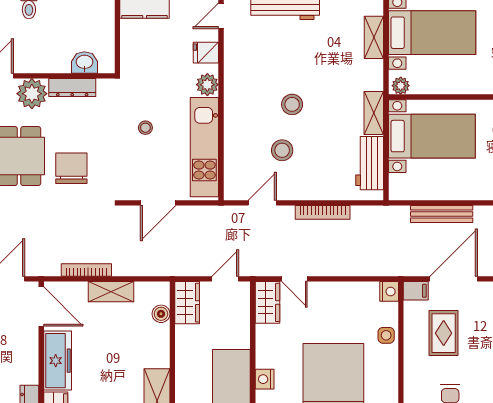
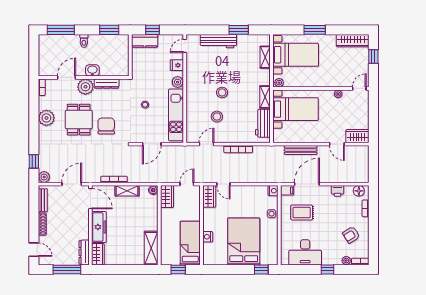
washbasin: (84, 62) -> (92, 70), moved
boiler: (161, 314) -> (153, 190), moved
rug: (444, 333) -> (302, 213), turned 90

